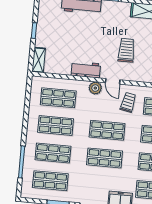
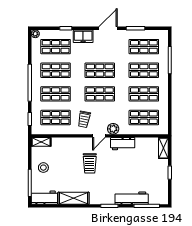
door: (113, 81) -> (99, 136), swing flipped

